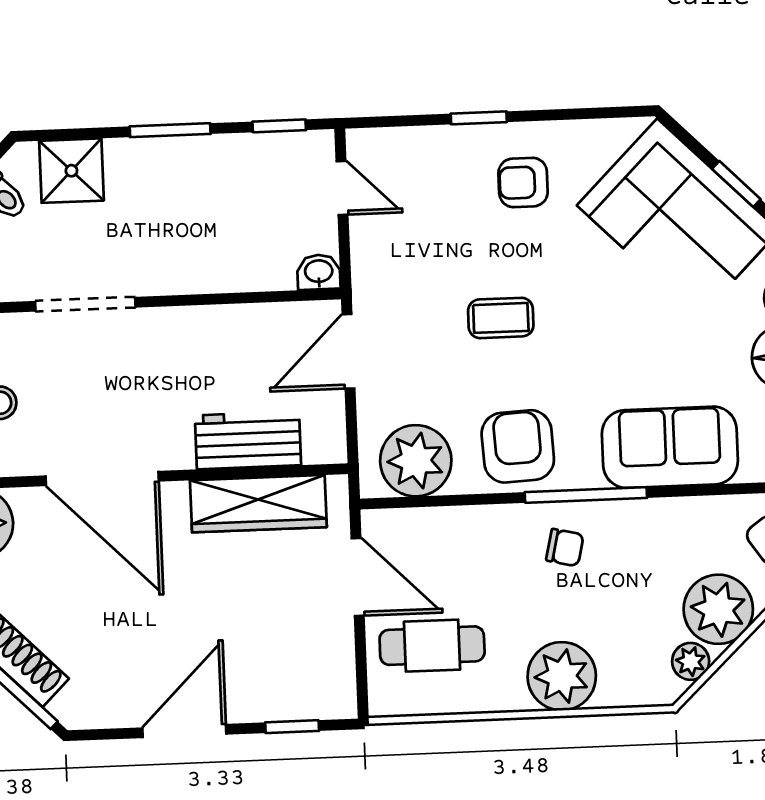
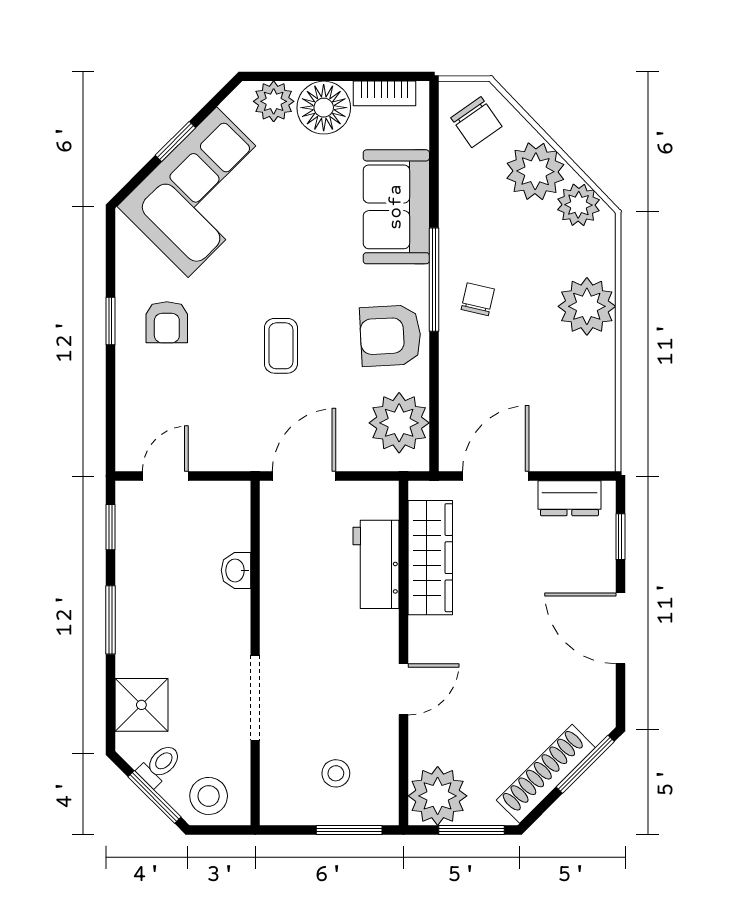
window: (479, 118) -> (110, 321), moved
washbasin: (319, 272) -> (236, 570), moved
door: (349, 351) -> (304, 476), swing flipped
door: (102, 478) -> (404, 689), width x0.53
cafe table: (432, 646) -> (556, 415), removed
plant: (691, 661) -> (578, 205), width x1.38, depth x1.38
dresser: (335, 665) -> (569, 498), added

